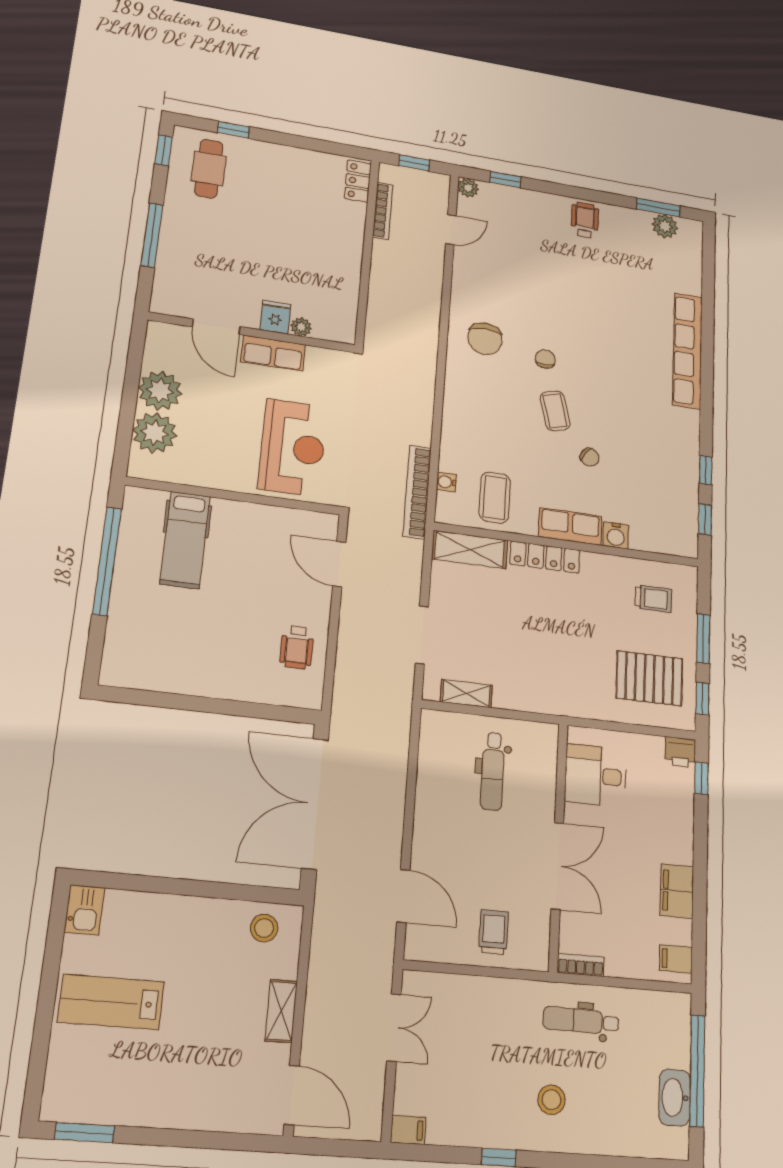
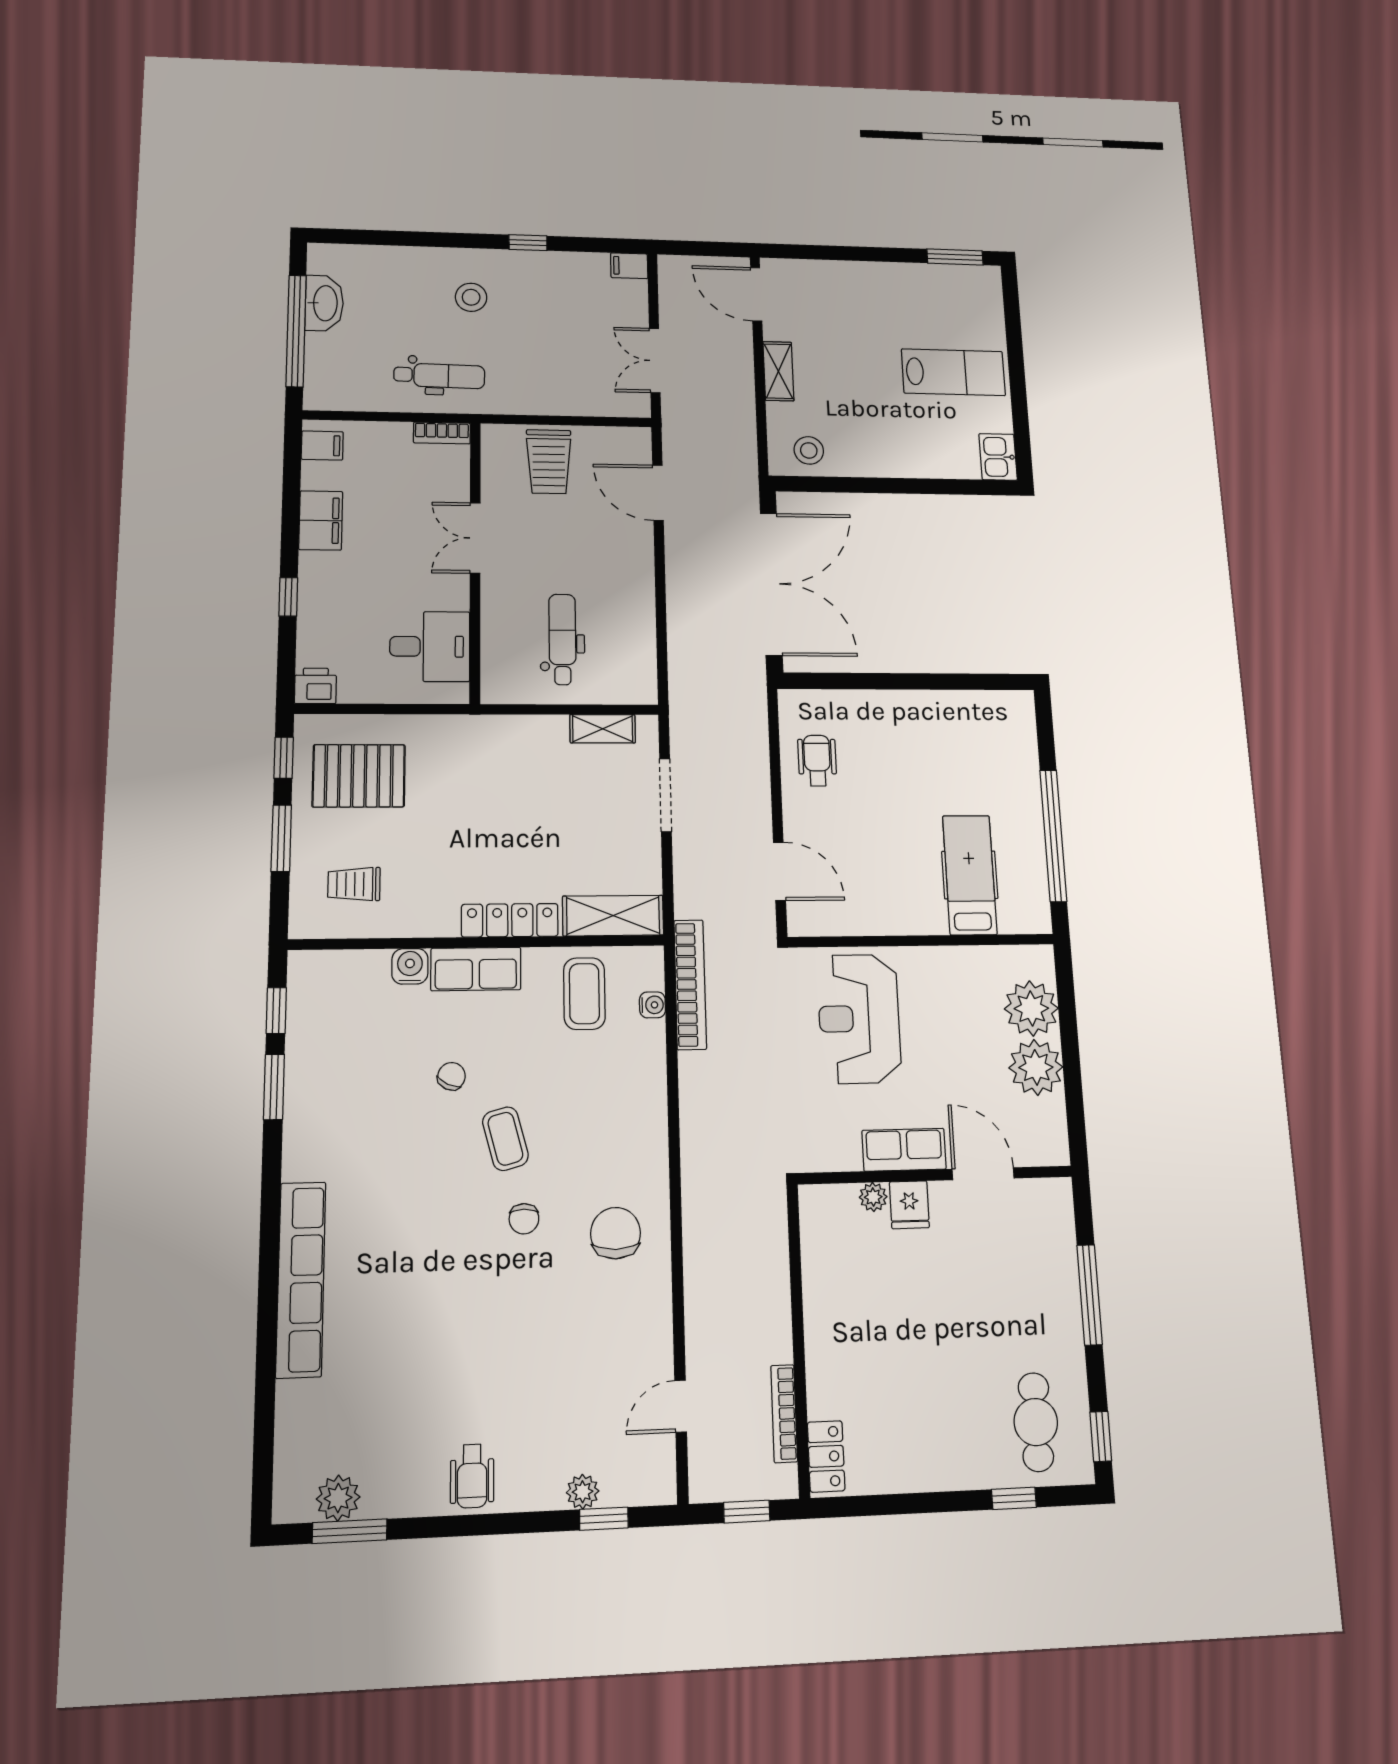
plant: (468, 188) -> (583, 1492), moved
chair: (590, 457) -> (451, 1076), turned 80
window: (706, 470) -> (274, 1087), width x1.50
window: (701, 778) -> (288, 597), moved
double door: (557, 866) -> (475, 538), width x0.73
trolley: (494, 932) -> (549, 462), width x1.36, depth x1.39

